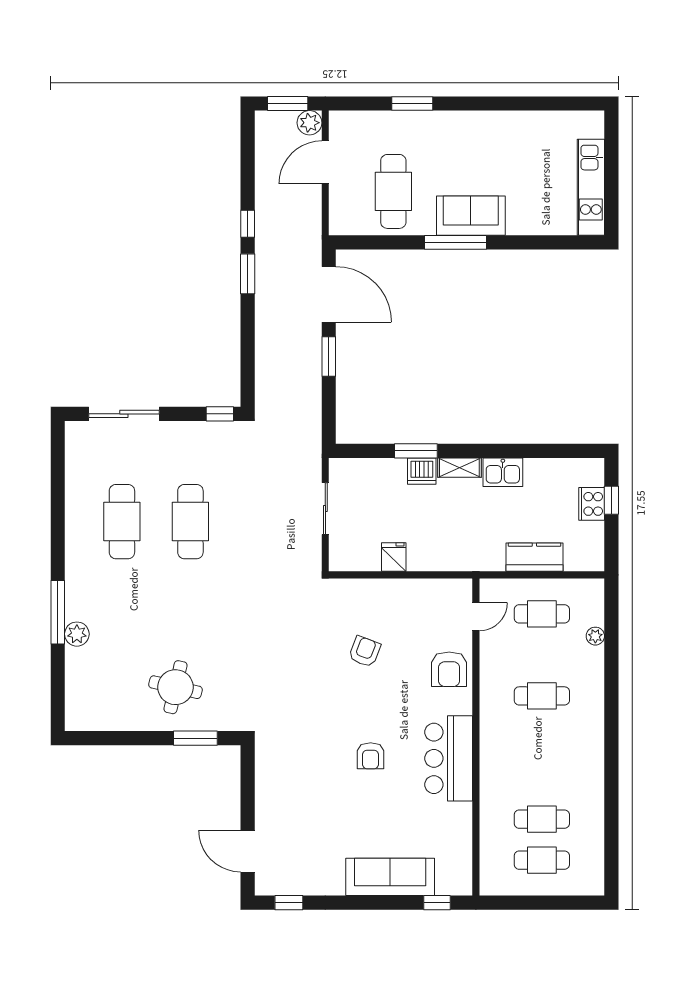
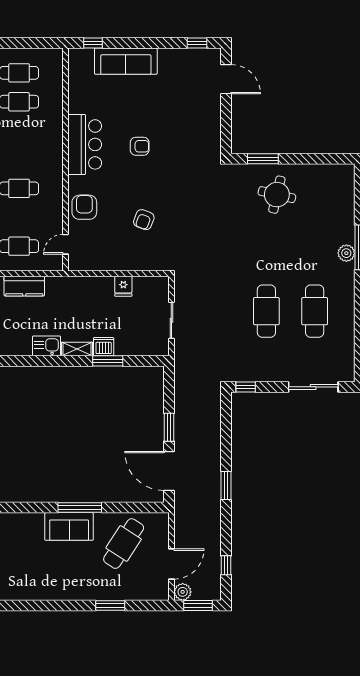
cafe table: (393, 191) -> (124, 544), turned 33
window: (248, 224) -> (226, 565), moved
plant: (77, 634) -> (346, 253), moved
armchair: (371, 756) -> (140, 146), turned 90

